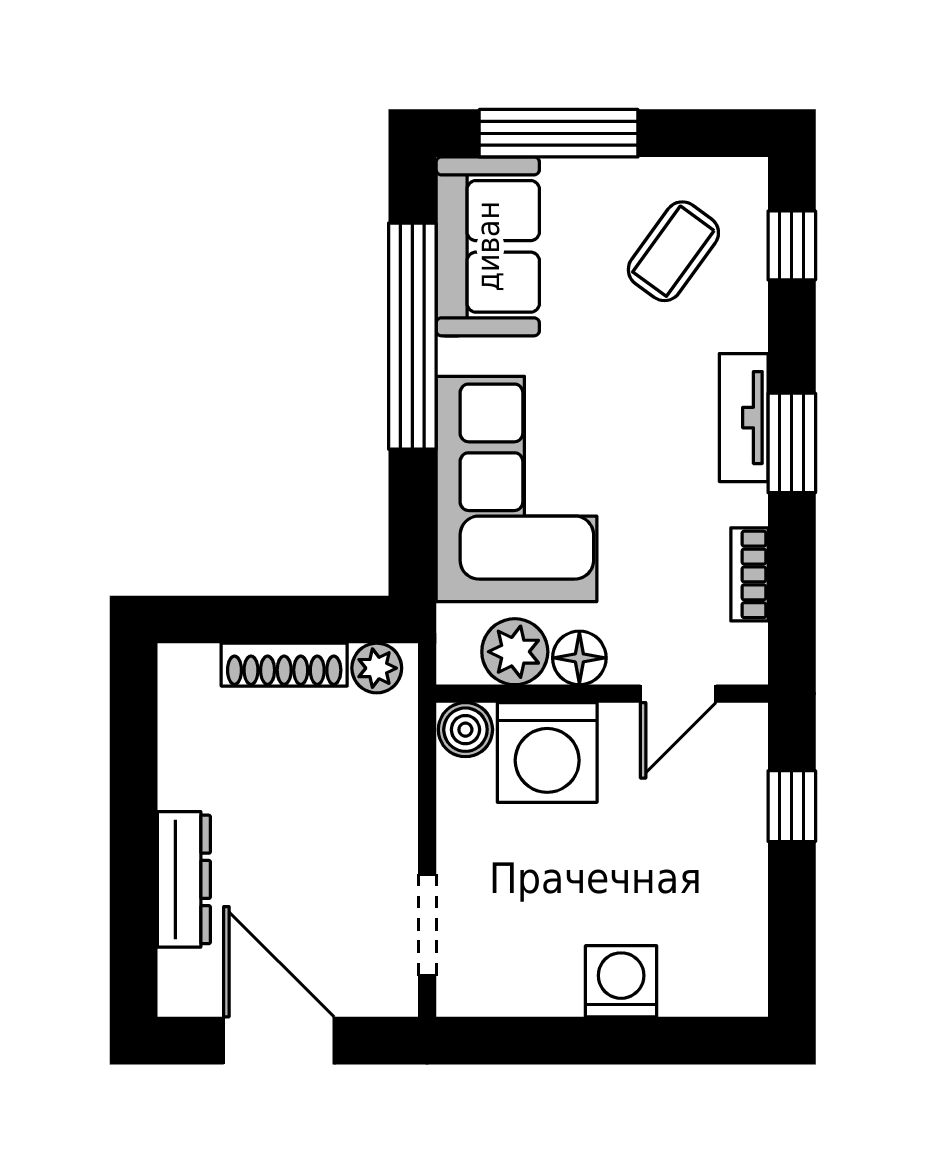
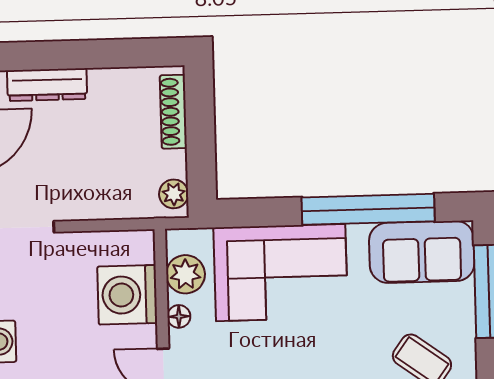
floor lamp: (579, 658) -> (179, 316), width x0.73, depth x0.73
shoe rack: (284, 665) -> (173, 112), moved
boiler: (465, 730) -> (139, 247), removed

